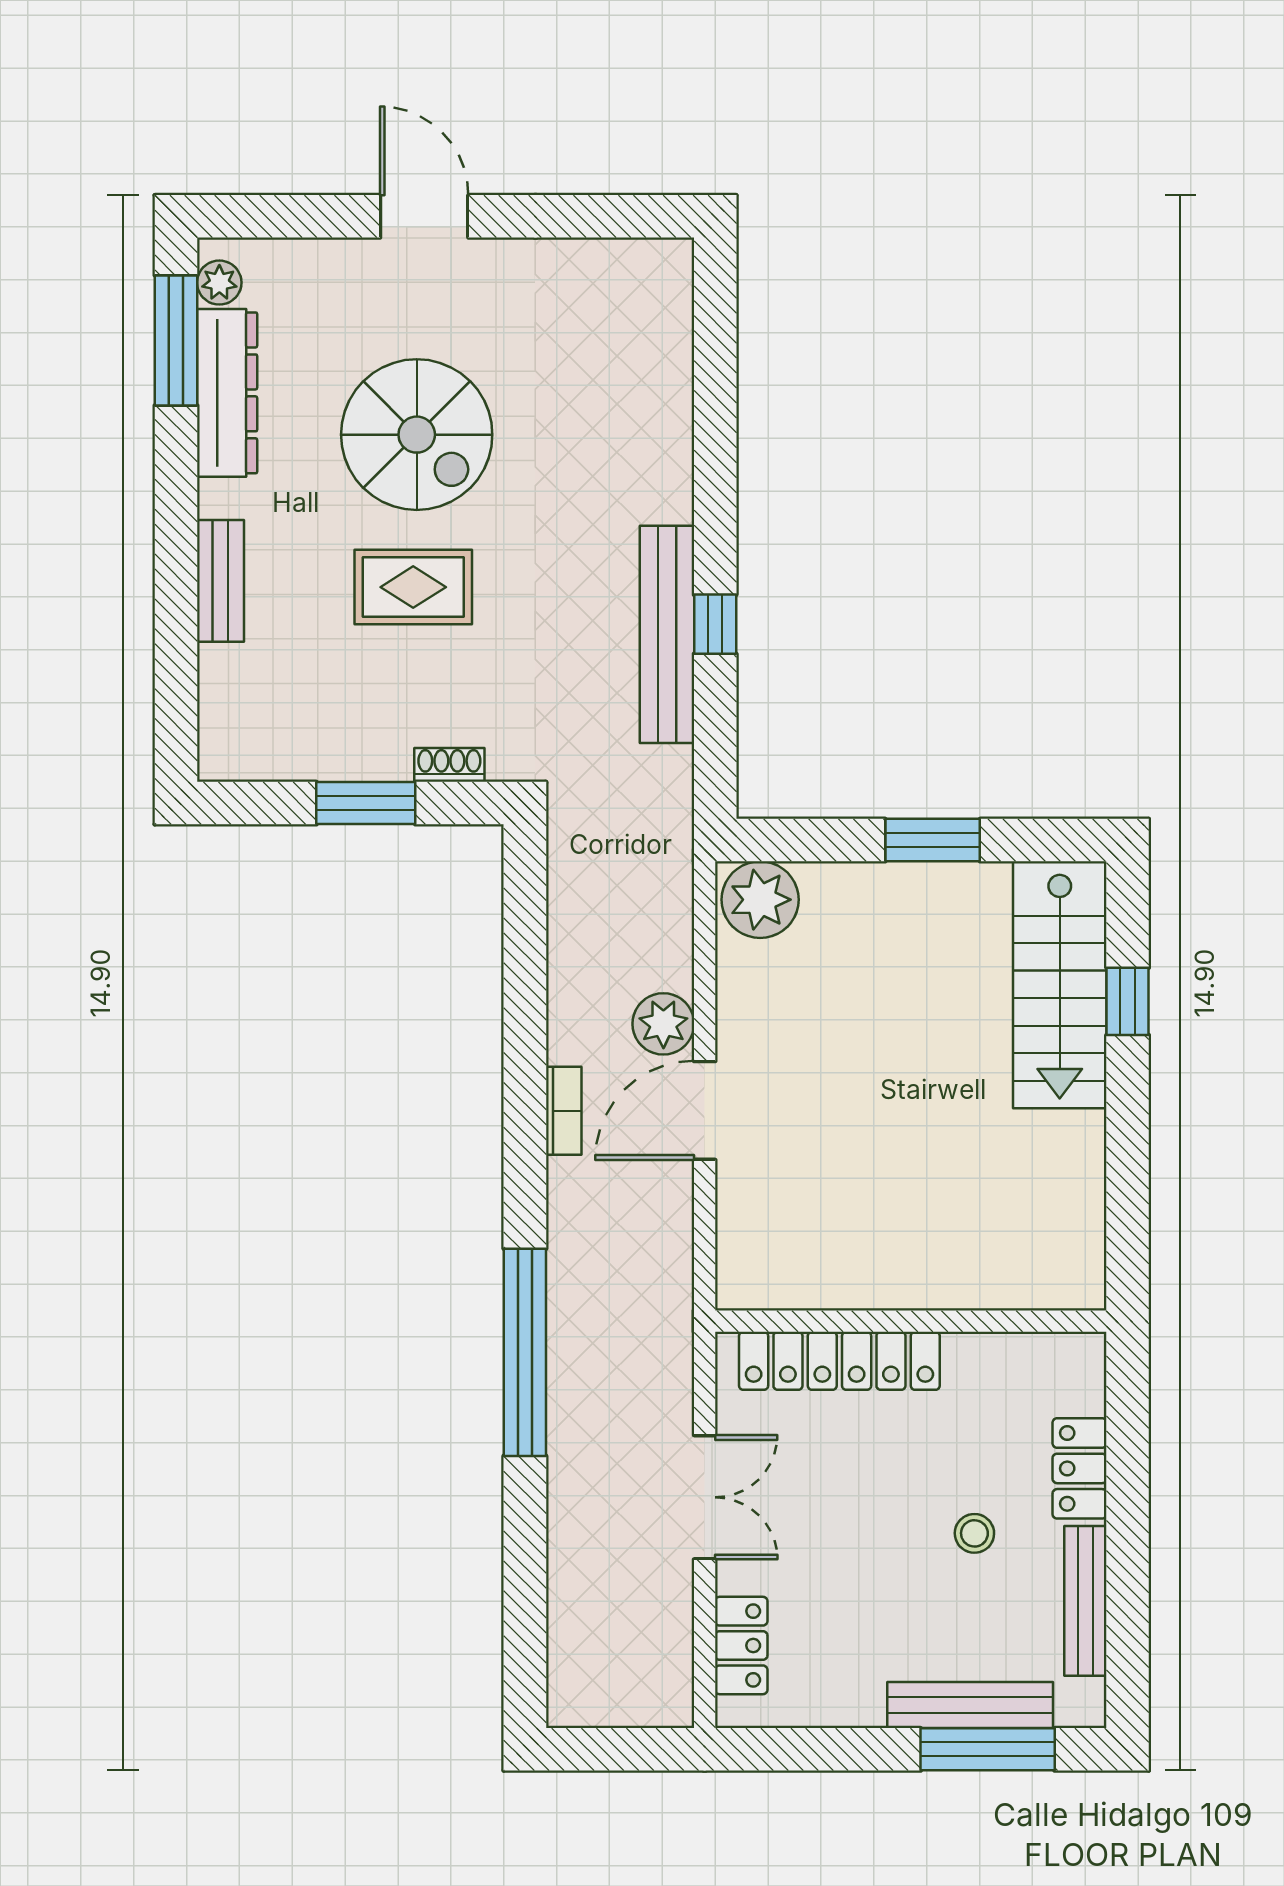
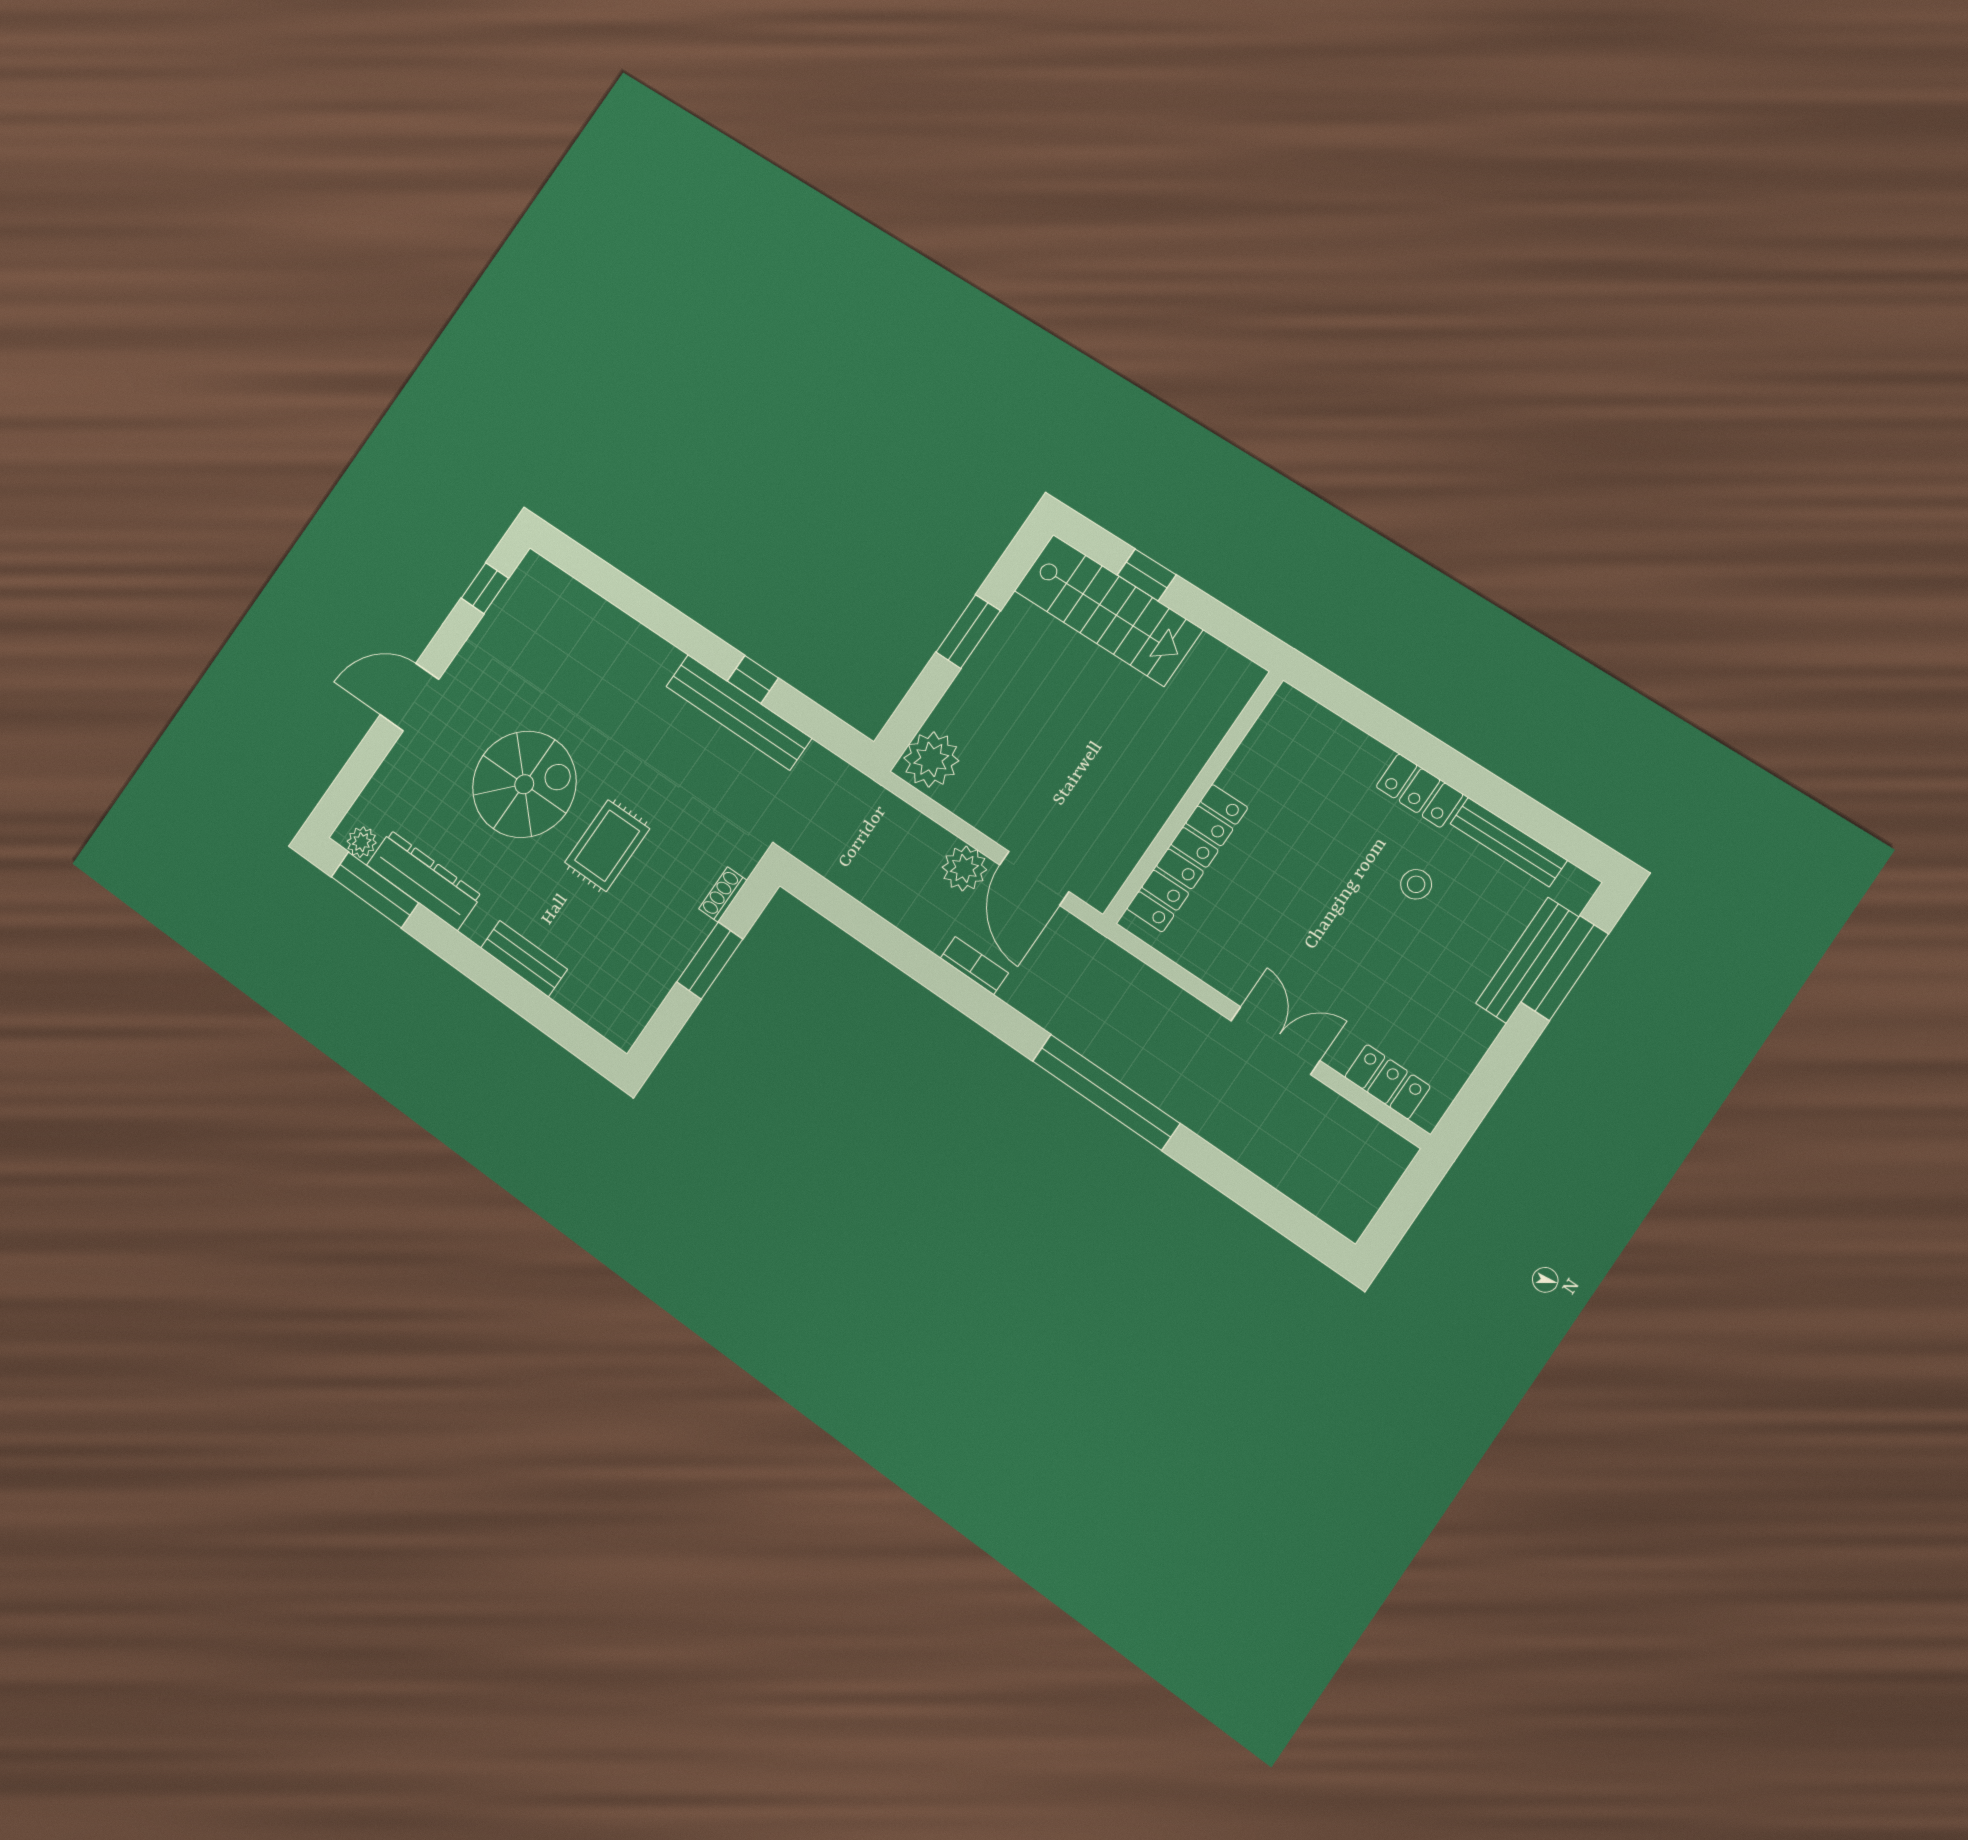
window: (611, 216) -> (485, 588), added
wall: (911, 1321) -> (1193, 797), moved
locker: (839, 1361) -> (1187, 858), moved

